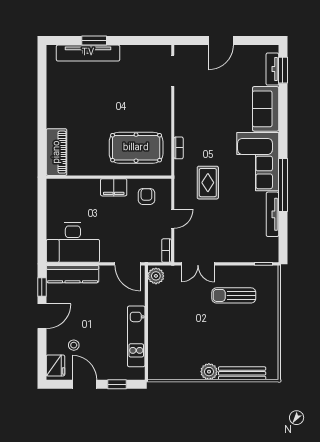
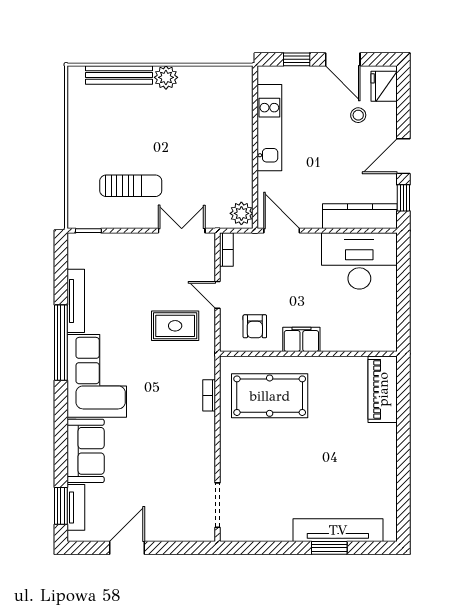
door: (221, 41) -> (127, 548), moved
rug: (208, 183) -> (175, 326), moved, turned 90
door: (173, 219) -> (217, 295), hinge flipped

